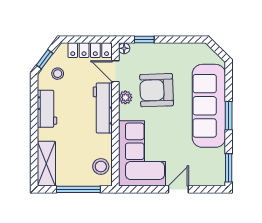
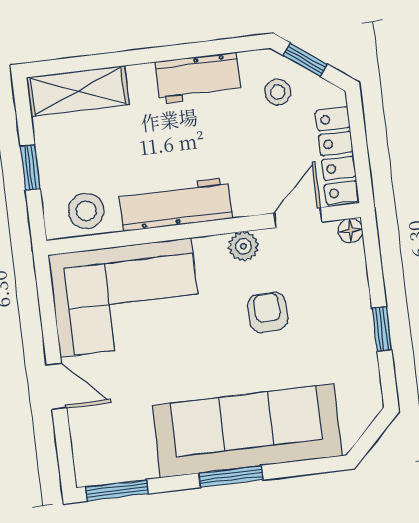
window: (144, 40) -> (382, 329), moved
armchair: (157, 90) -> (268, 312), width x0.53, depth x0.53
workbench: (103, 108) -> (176, 204), moved
window: (78, 189) -> (30, 168), width x0.46

